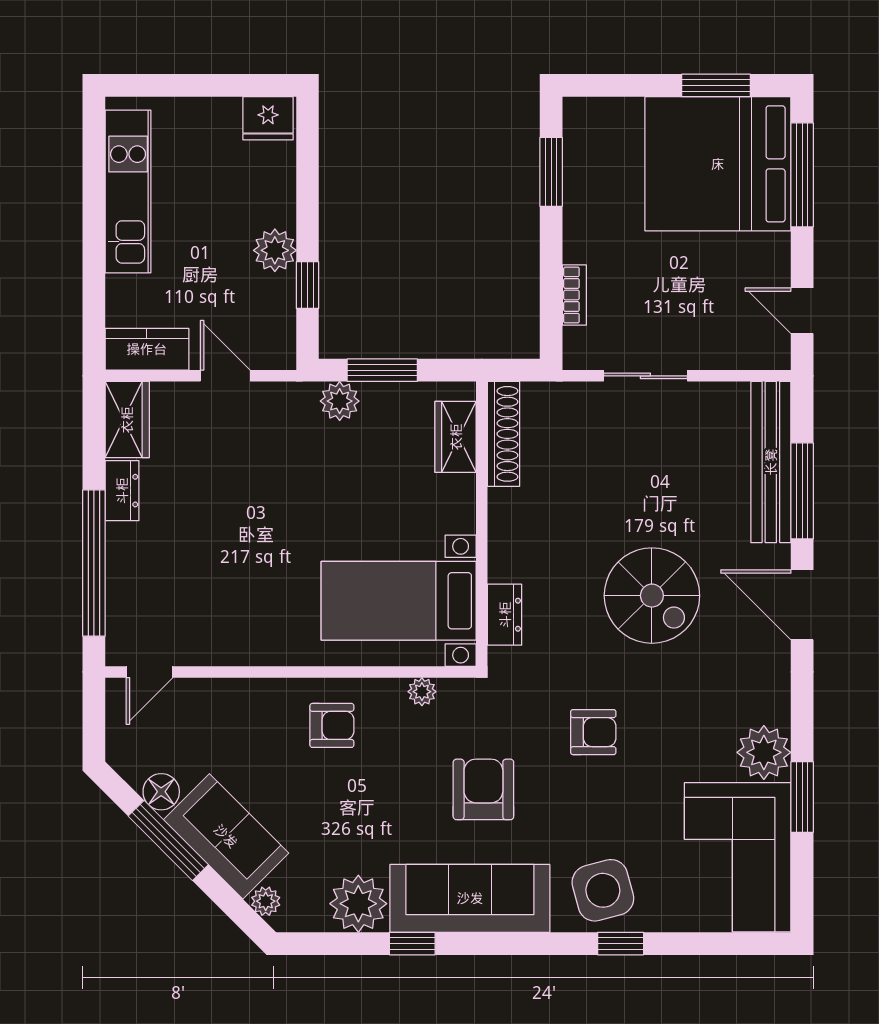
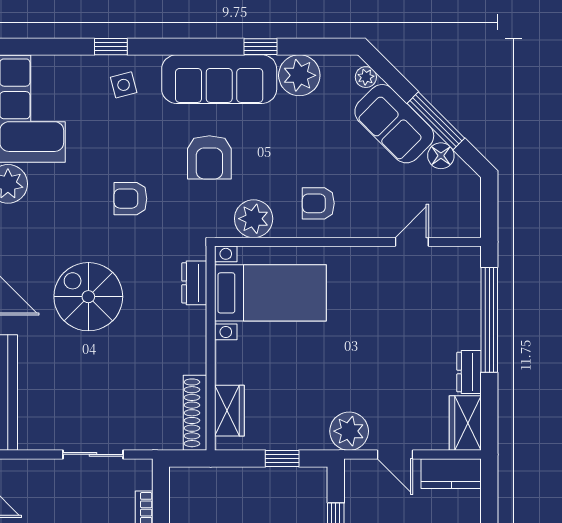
window: (382, 370) -> (282, 459), width x0.67
plant: (340, 401) -> (349, 431), moved, width x1.36, depth x1.36
door: (150, 672) -> (412, 242), moved
plant: (422, 692) -> (254, 219), width x1.88, depth x1.88
side table: (603, 890) -> (124, 85), width x0.54, depth x0.54

